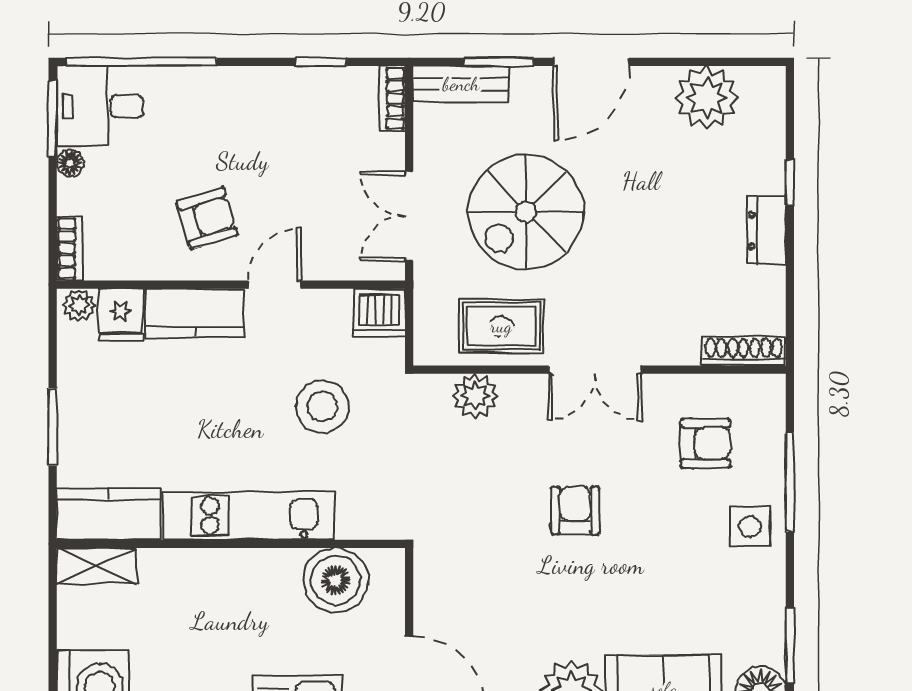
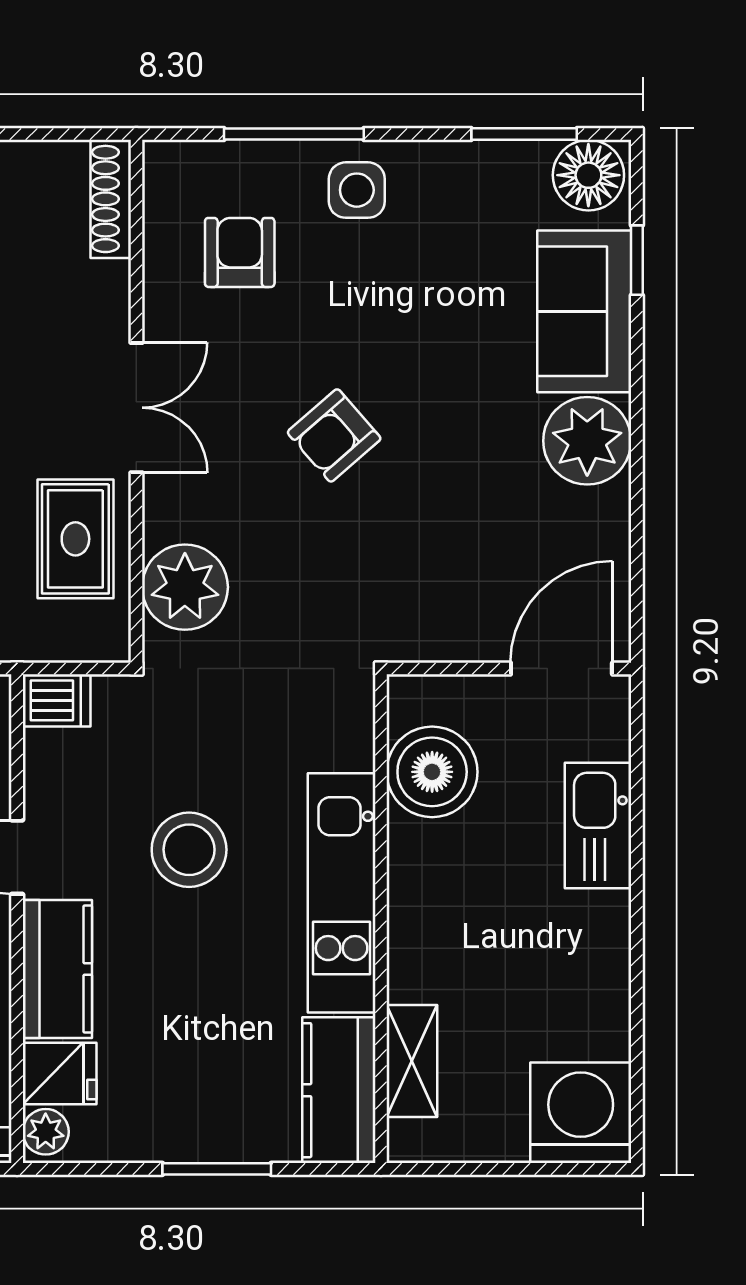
dishwasher: (379, 313) -> (57, 700), width x0.73
plant: (475, 396) -> (185, 587), width x1.36, depth x1.36
stool: (322, 407) -> (189, 850), moved
armchair: (575, 510) -> (334, 435), turned -41
shelving: (97, 566) -> (412, 1061), moved

